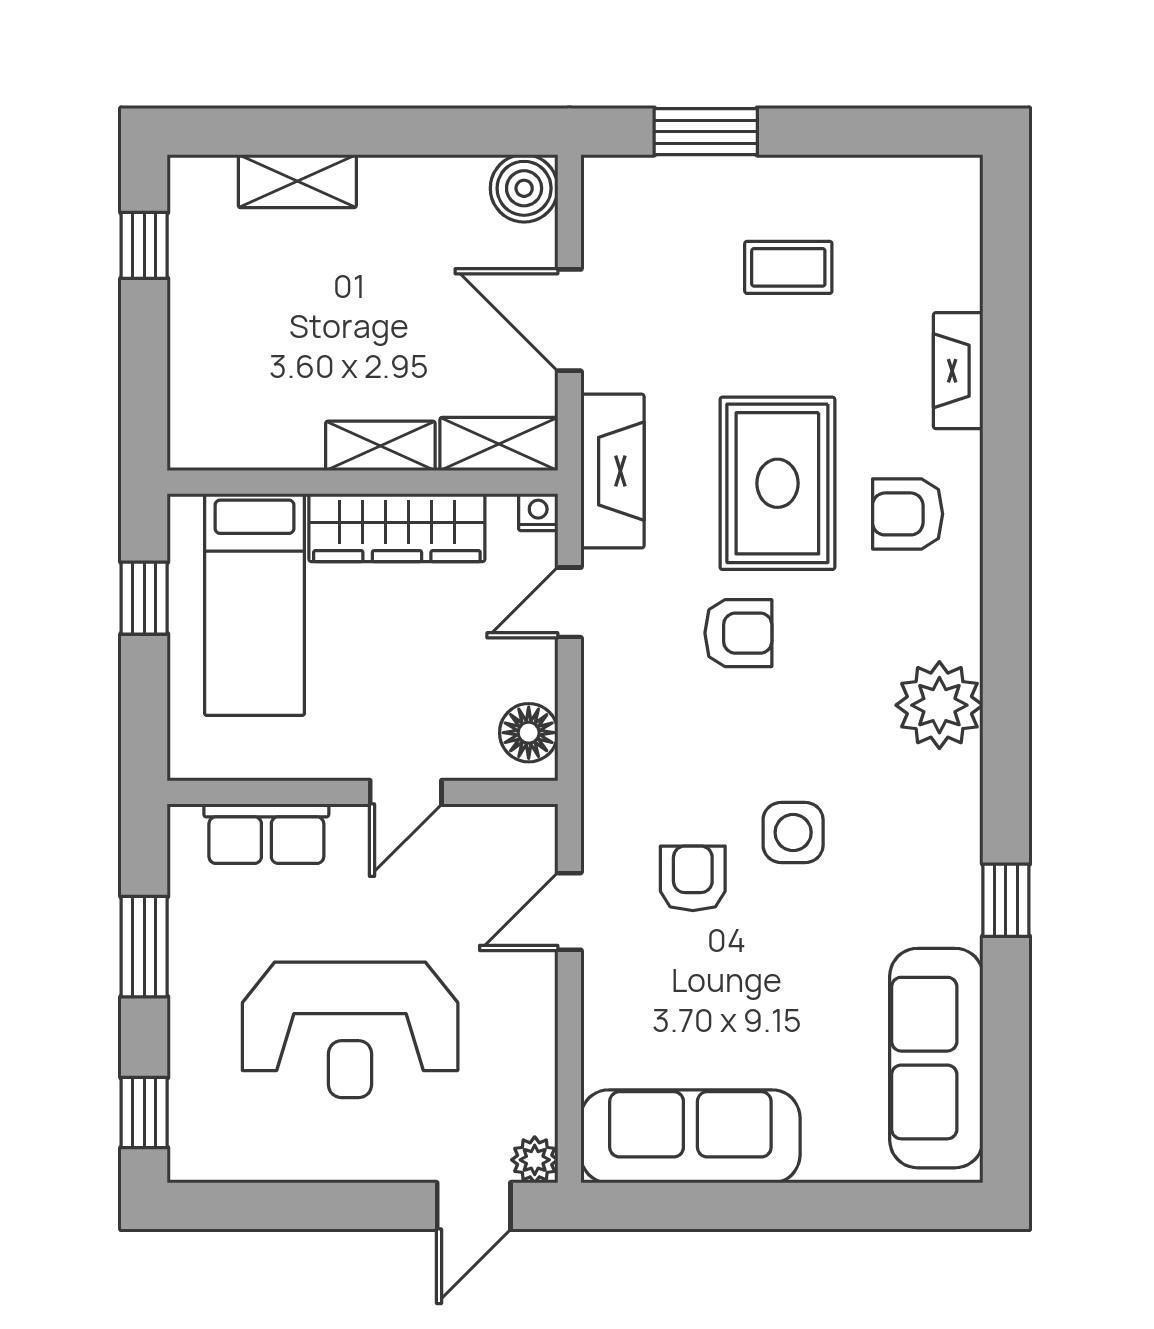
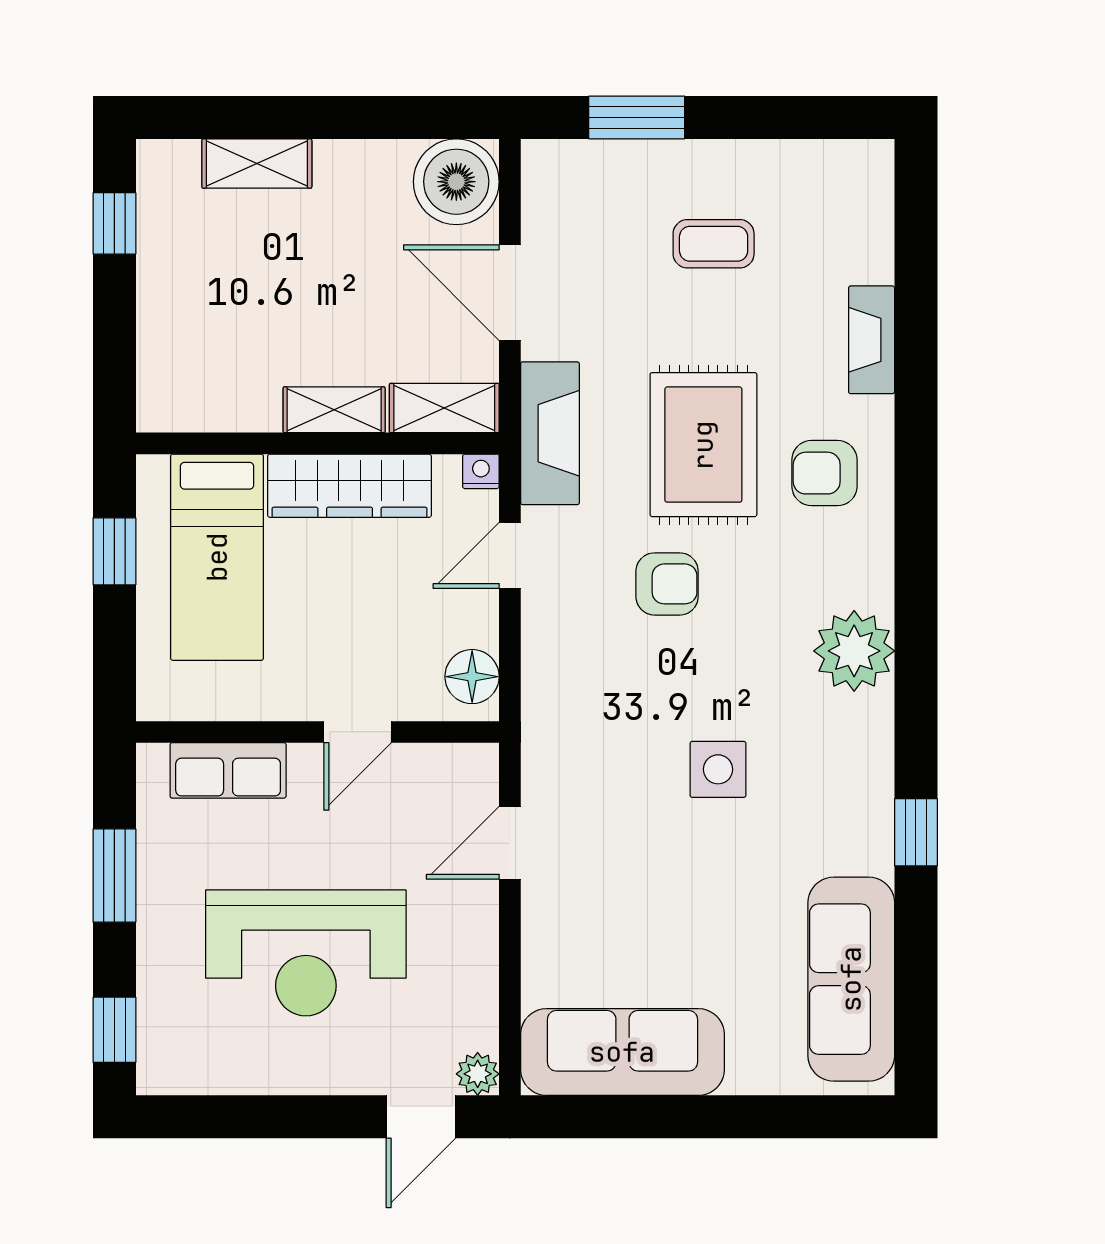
boiler: (524, 188) -> (456, 182), width x1.37, depth x1.37
armchair: (693, 878) -> (625, 812), removed

